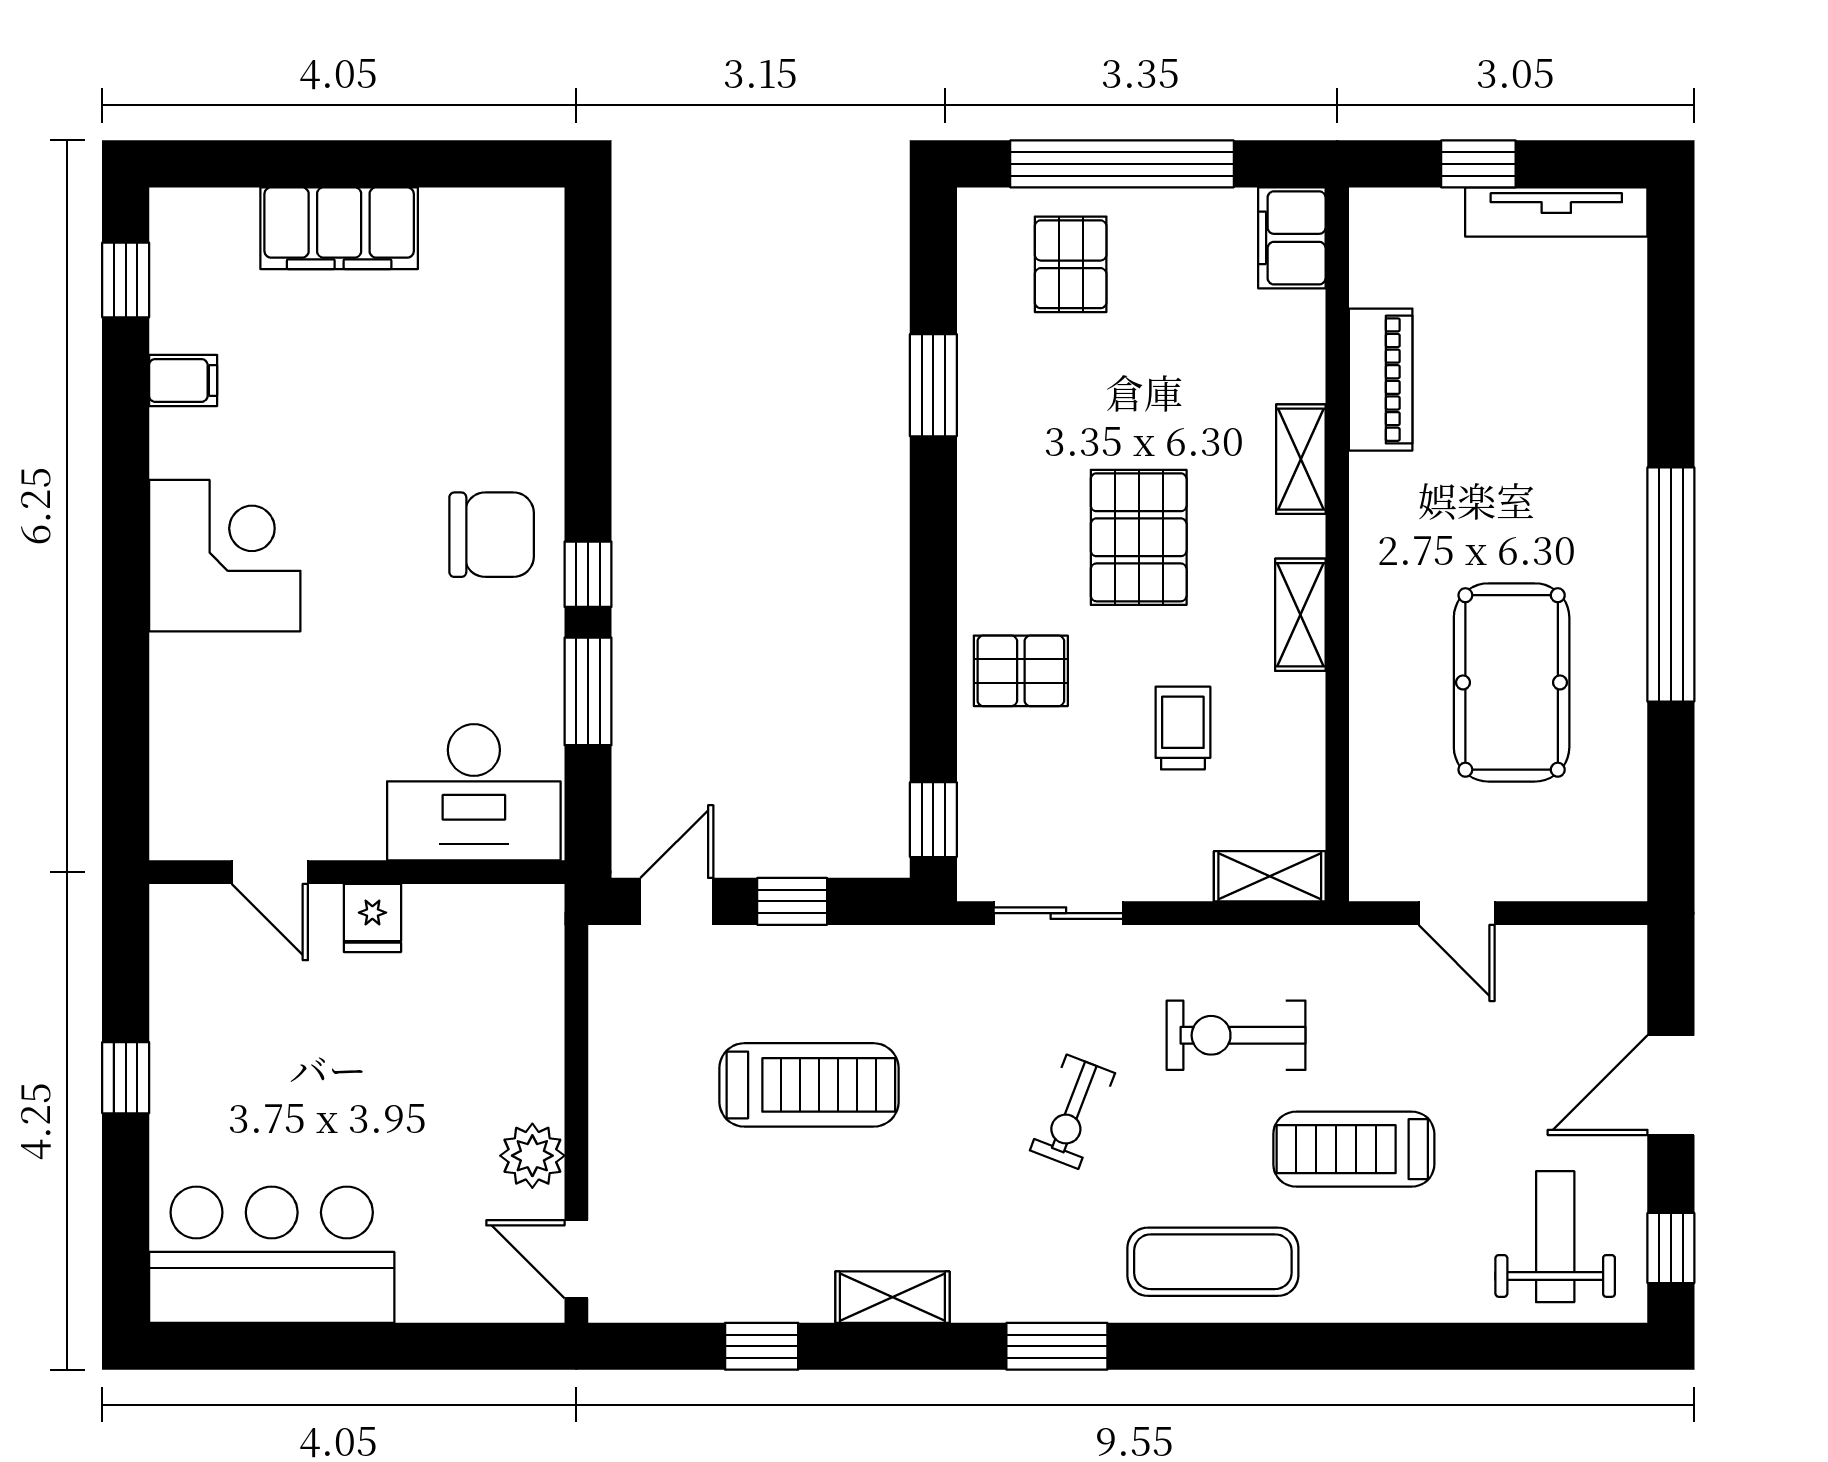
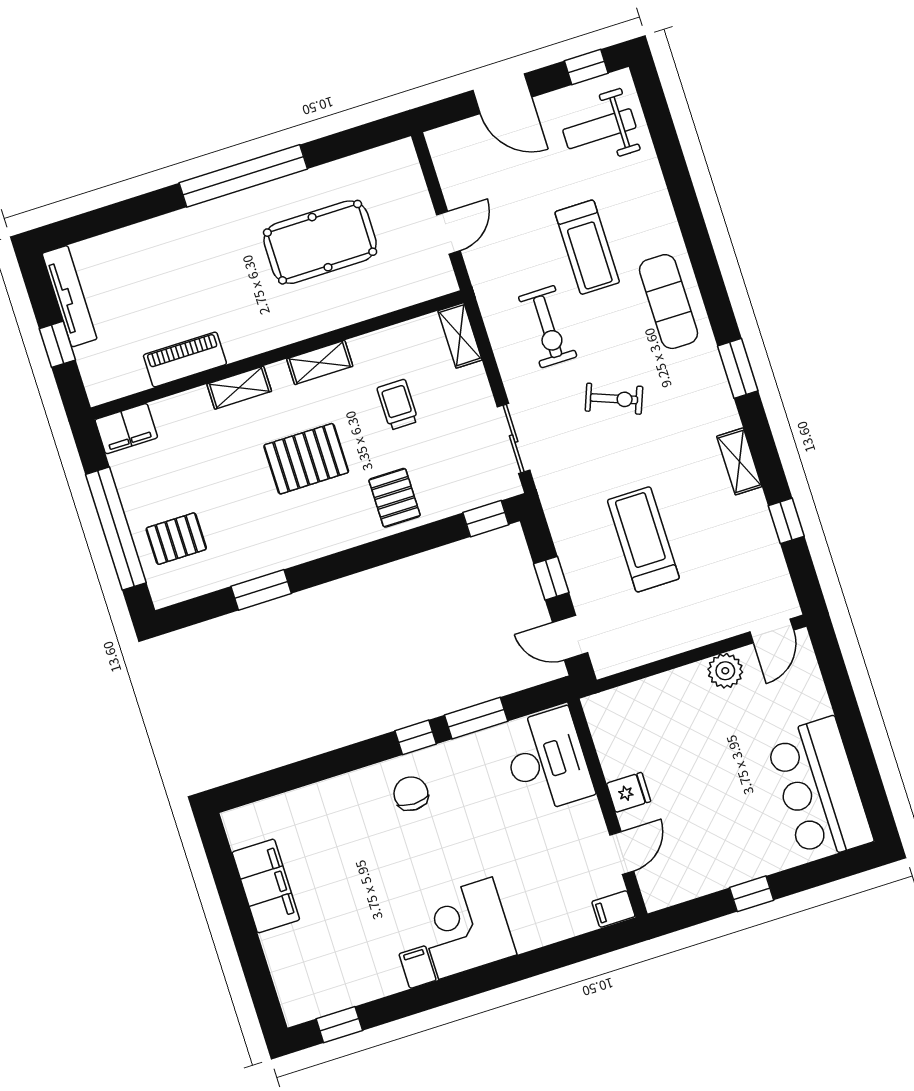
filing cabinet: (339, 228) -> (266, 886), moved
filing cabinet: (183, 380) -> (418, 967), moved
chair: (492, 535) -> (411, 794), width x0.73, depth x0.73
trolley: (1183, 728) -> (398, 405), turned 90
filing cabinet: (176, 826) -> (613, 909), added

